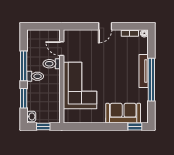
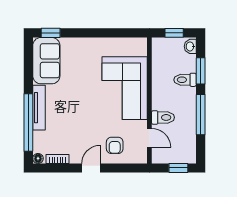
window: (40, 26) -> (178, 168), added
armchair: (87, 43) -> (115, 145), added
toilet: (35, 76) -> (185, 80), moved
window: (151, 80) -> (28, 123), moved
sofa: (123, 113) -> (46, 61), moved, turned -90

